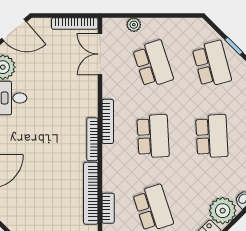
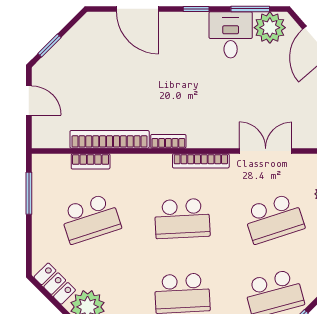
double door: (100, 54) -> (266, 151), moved
bookcase: (92, 139) -> (168, 141), width x0.64

